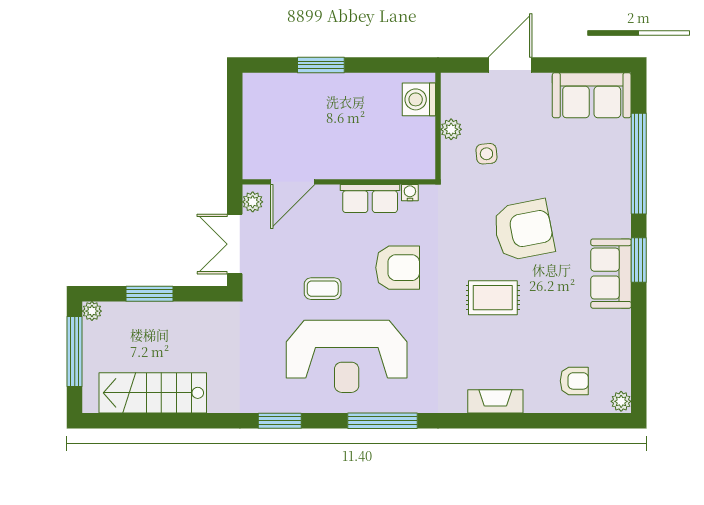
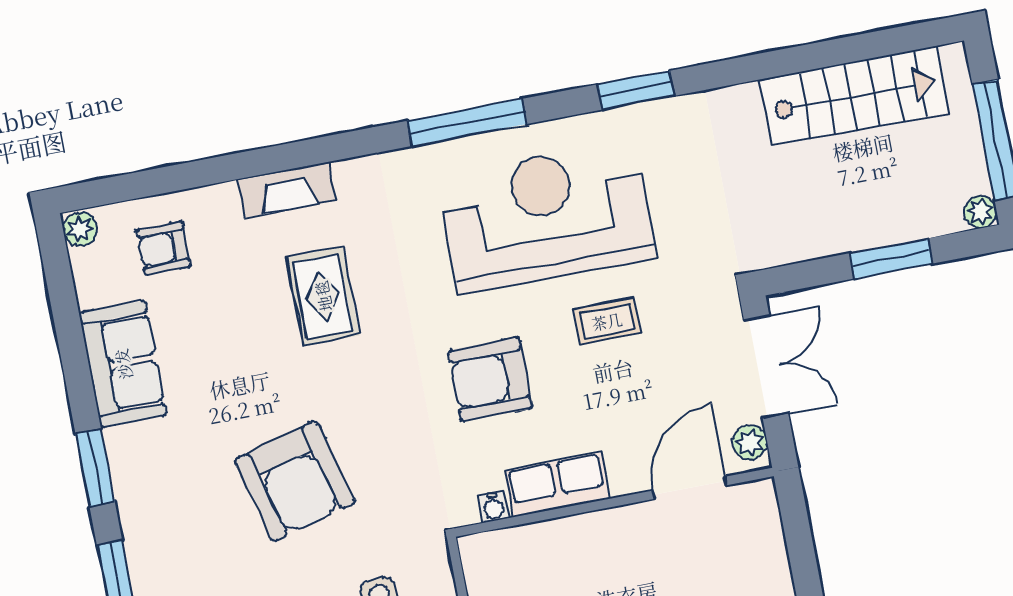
armchair: (524, 230) -> (295, 481), turned -94
sofa: (611, 274) -> (123, 364), moved
rug: (493, 298) -> (323, 296), moved, turned 90

